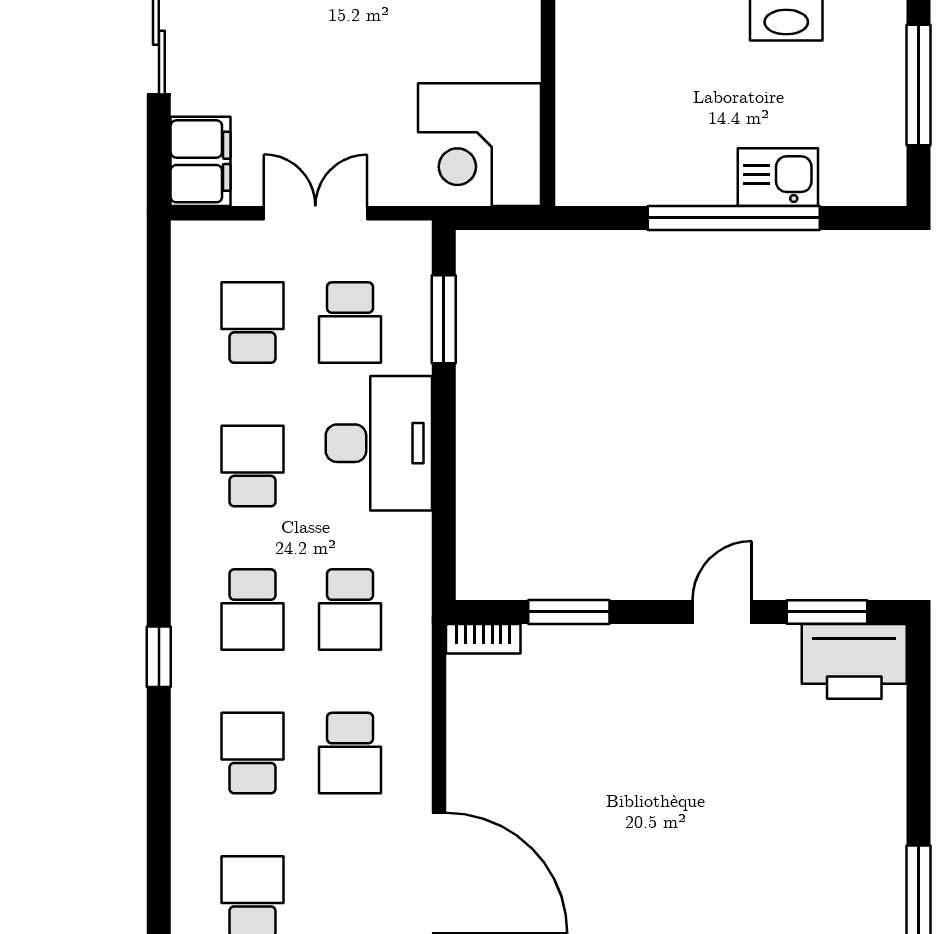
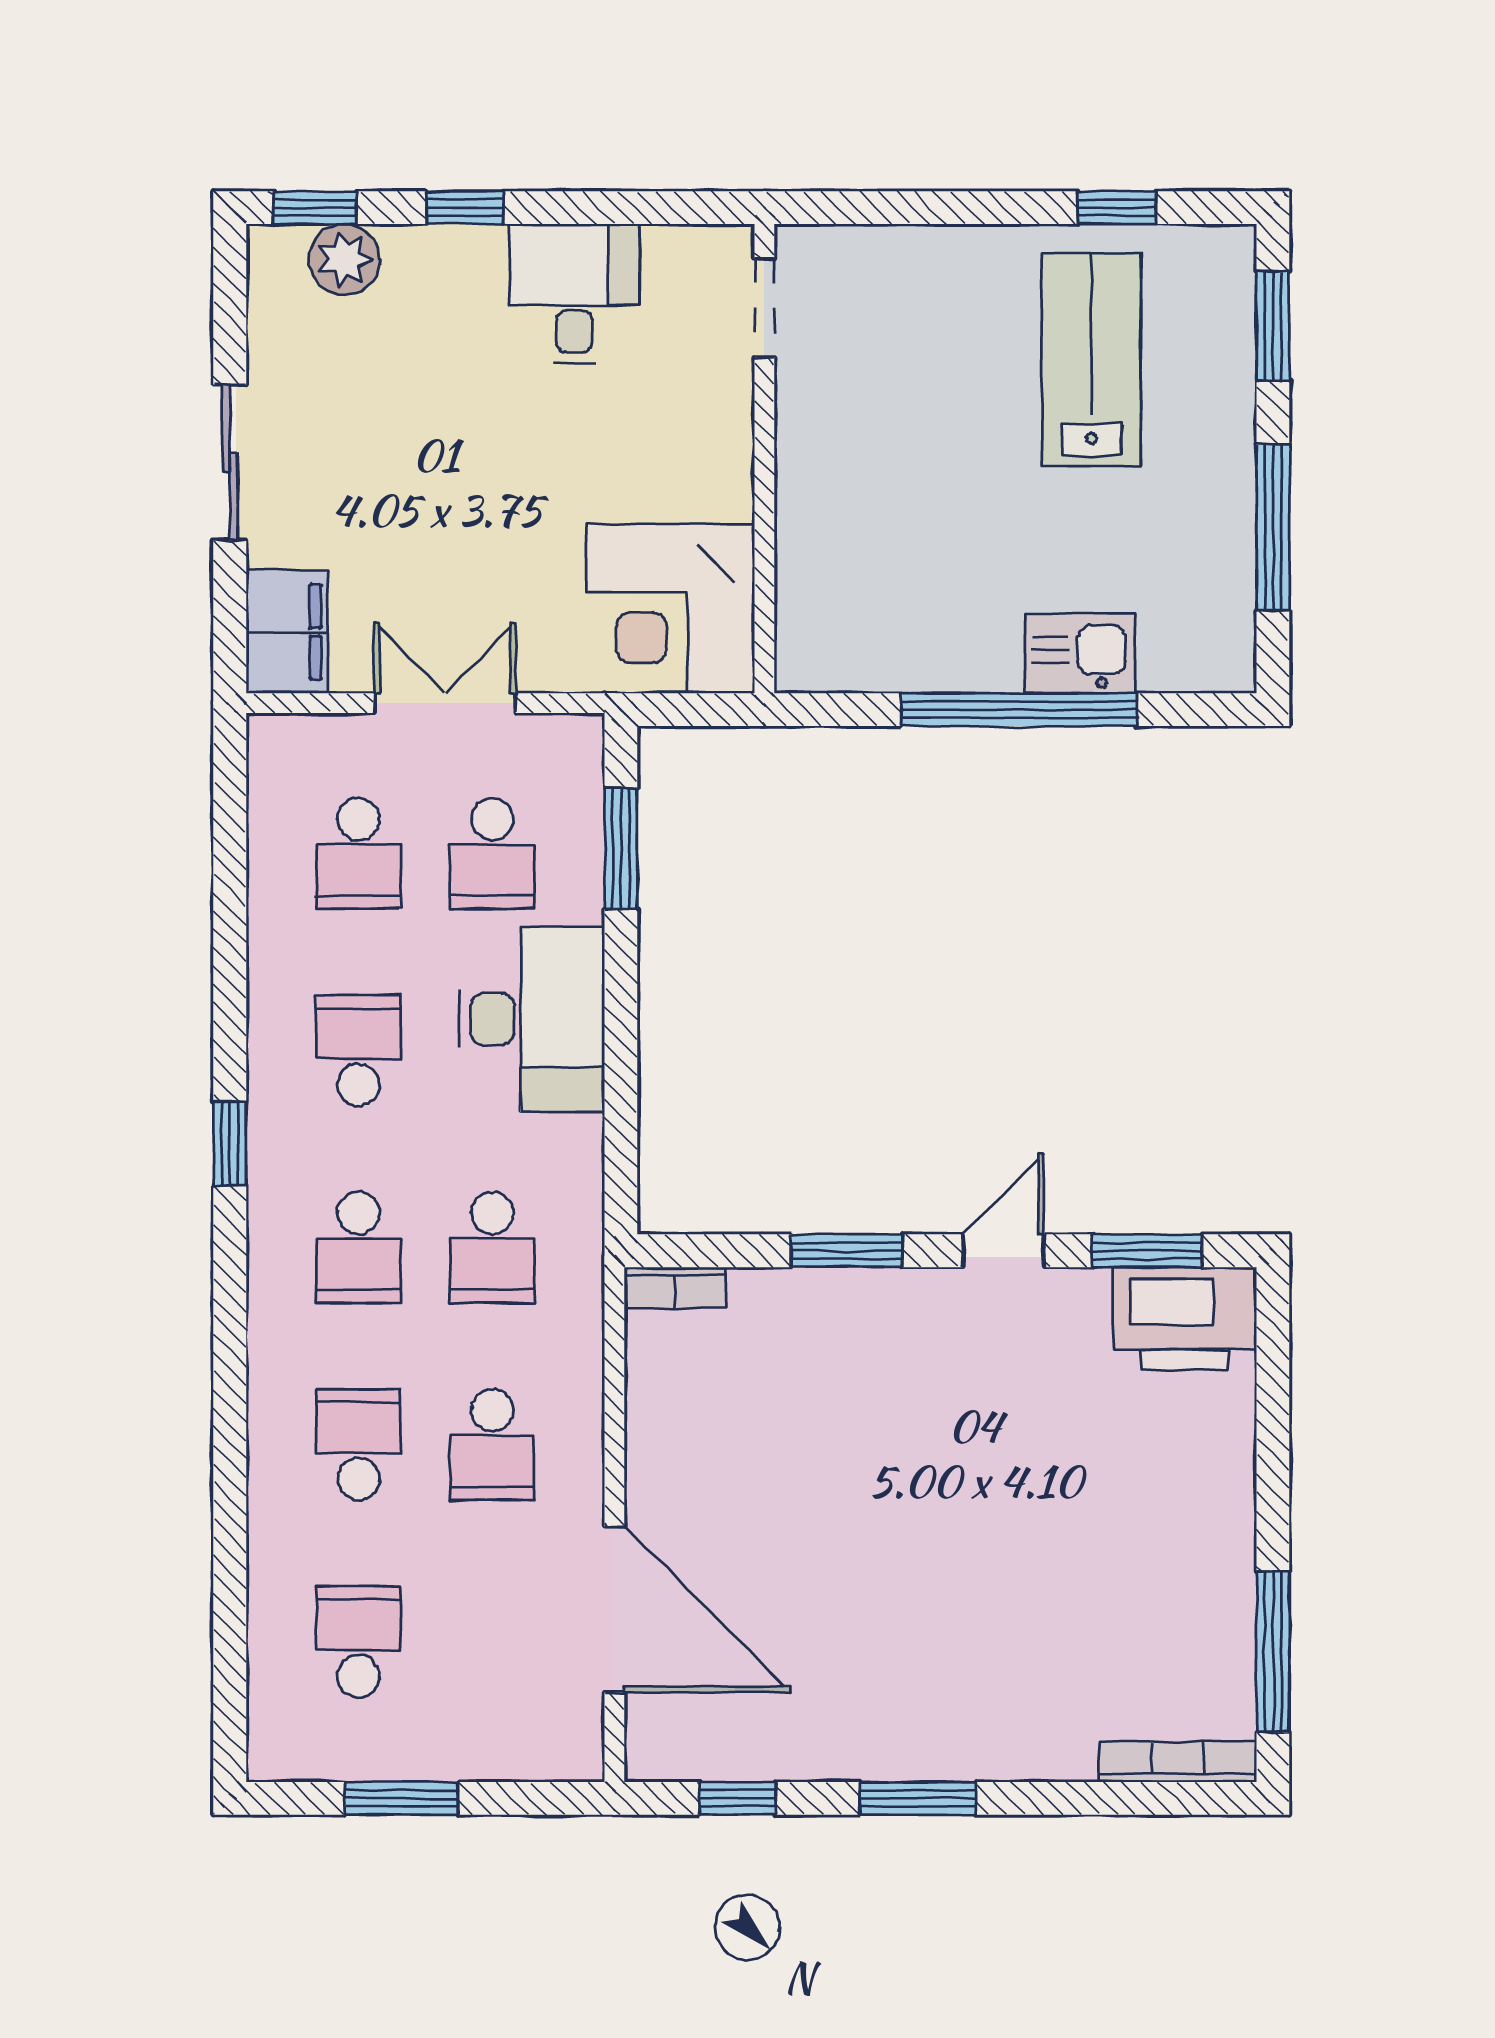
school desk: (252, 323) -> (358, 853), turned 180
window: (569, 612) -> (847, 1251), moved
window: (159, 657) -> (230, 1144), moved

